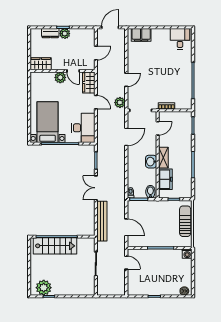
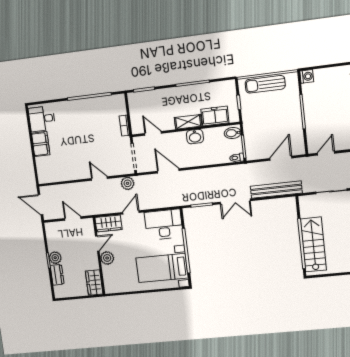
filing cabinet: (141, 35) -> (41, 144), moved

